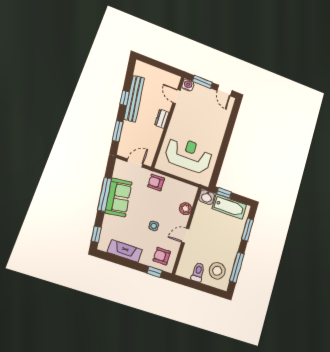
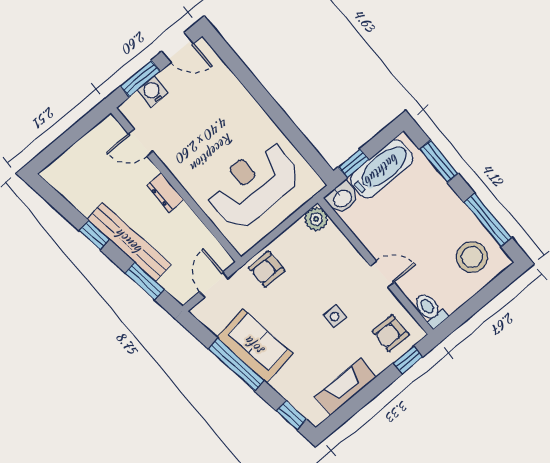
water cooler: (188, 85) -> (153, 92), moved
bench: (134, 99) -> (129, 242), moved
plant: (186, 209) -> (316, 219), moved
door: (185, 235) -> (382, 274), swing flipped
toilet: (198, 272) -> (430, 310), moved

